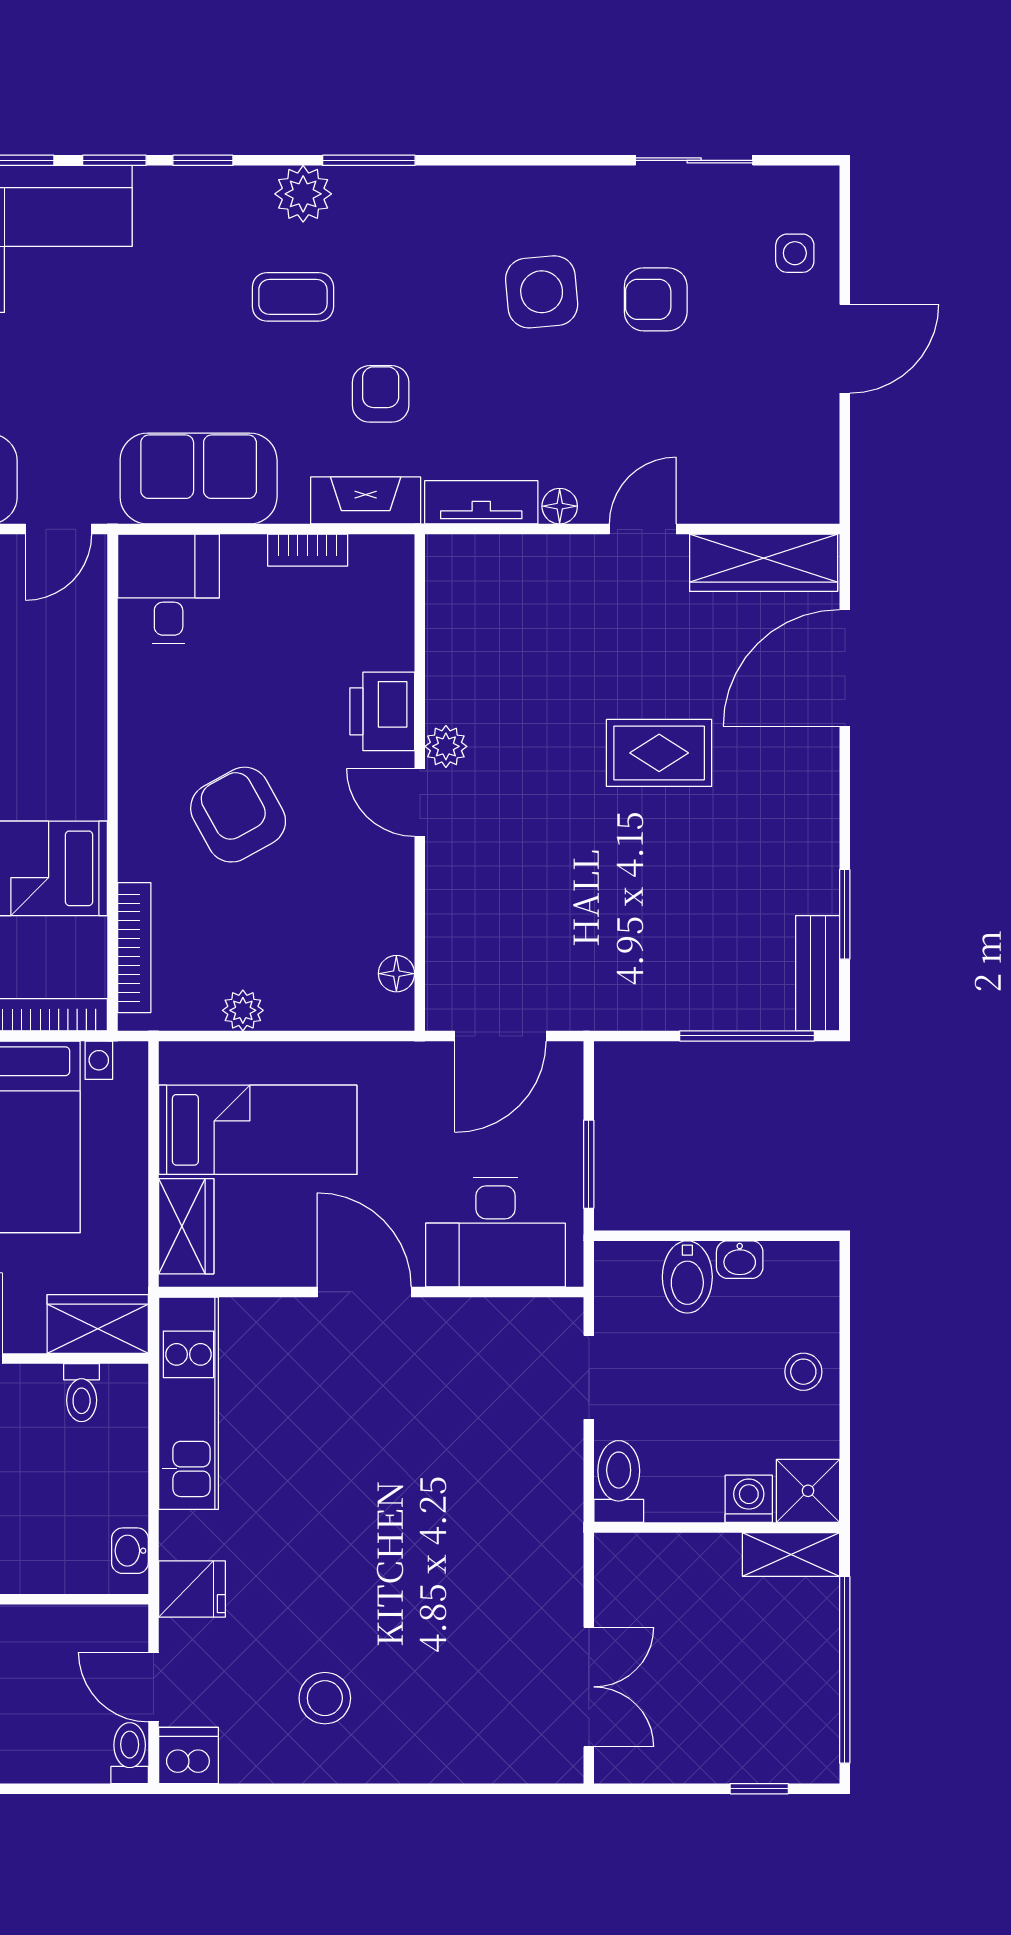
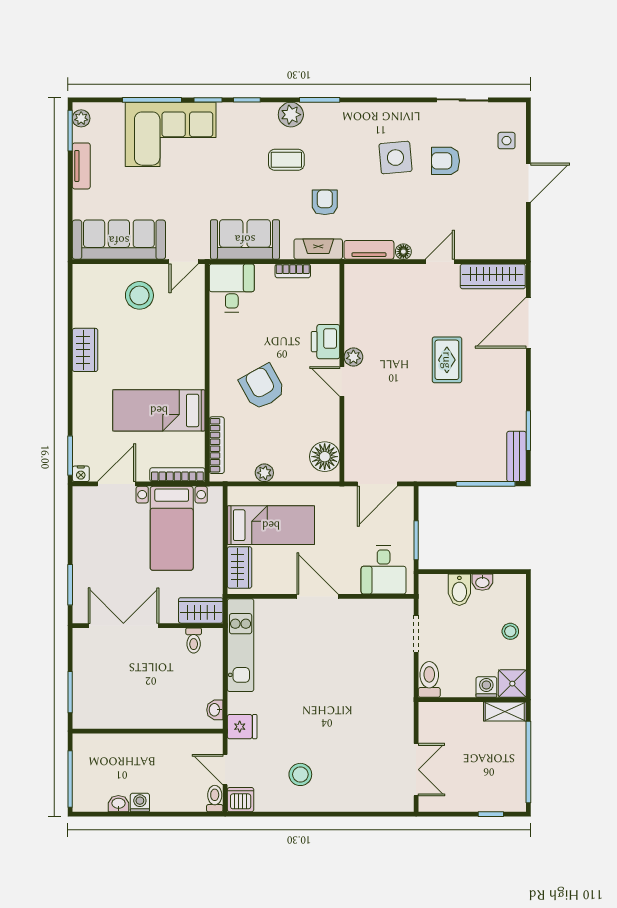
rug: (659, 753) -> (447, 360), turned 90
floor lamp: (396, 974) -> (325, 457), width x1.89, depth x1.89
desk: (496, 1232) -> (384, 570), width x0.73

